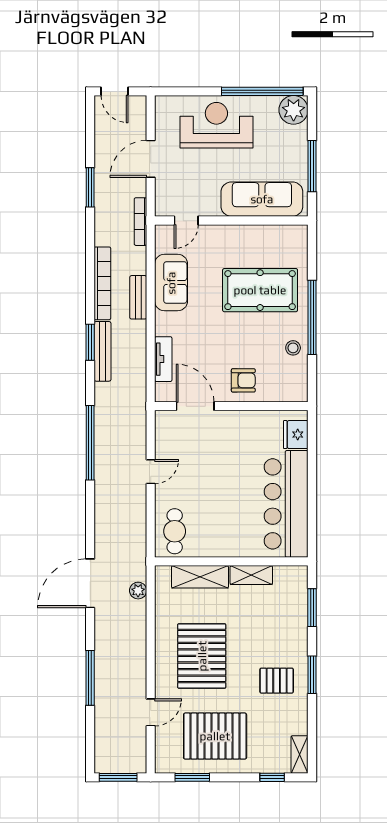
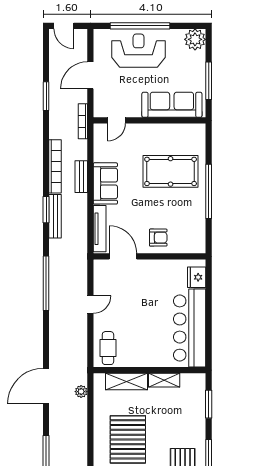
window: (262, 91) -> (140, 26), moved
sofa: (171, 283) -> (105, 183), moved
stool: (293, 348) -> (195, 214), removed
tv unit: (163, 359) -> (100, 229), width x1.41

